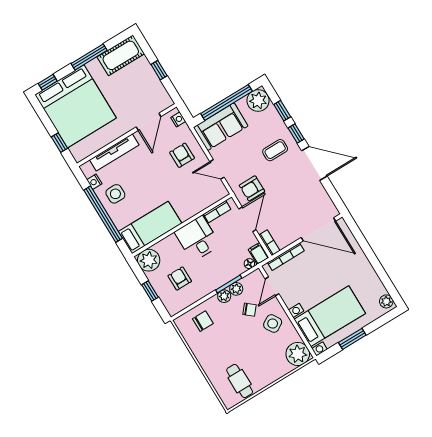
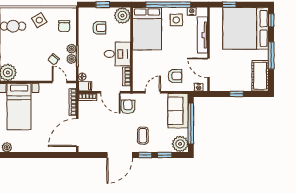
bed: (150, 227) -> (147, 29), width x1.50
side table: (273, 324) -> (39, 20), moved

